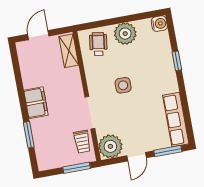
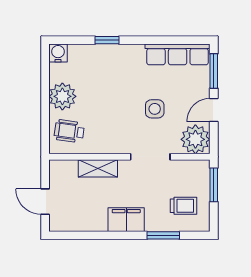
shelving: (69, 51) -> (98, 168), moved
side table: (123, 85) -> (155, 109), moved
trolley: (82, 142) -> (183, 206), moved
door: (137, 157) -> (214, 110), swing flipped

